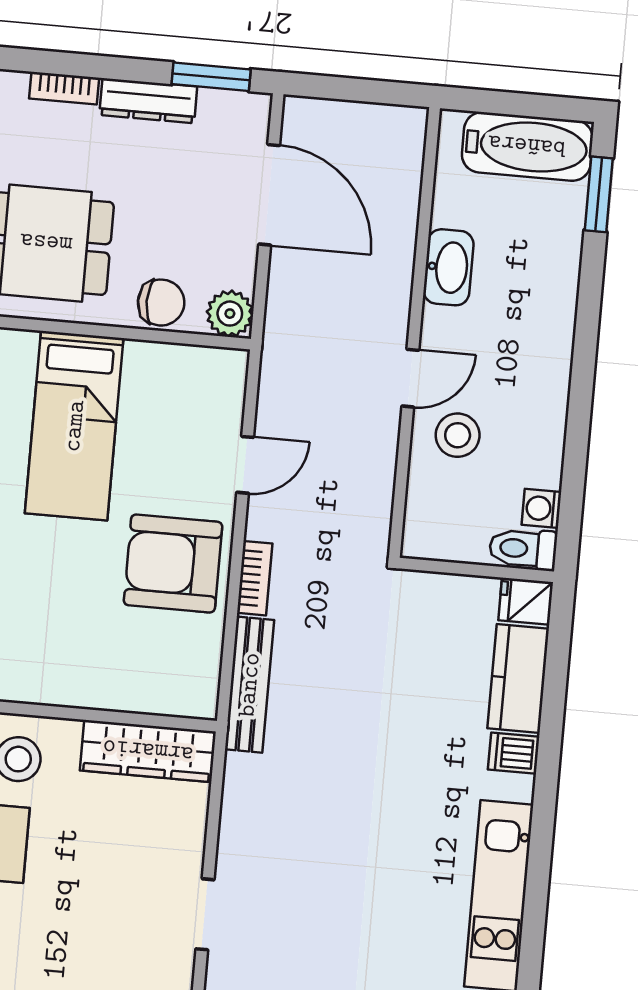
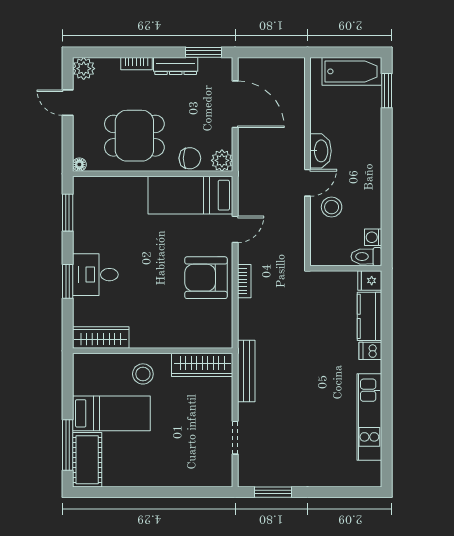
washbasin: (448, 267) -> (320, 151), moved
bed: (74, 426) -> (190, 195), moved, turned 90
bench: (249, 685) -> (246, 371), moved

